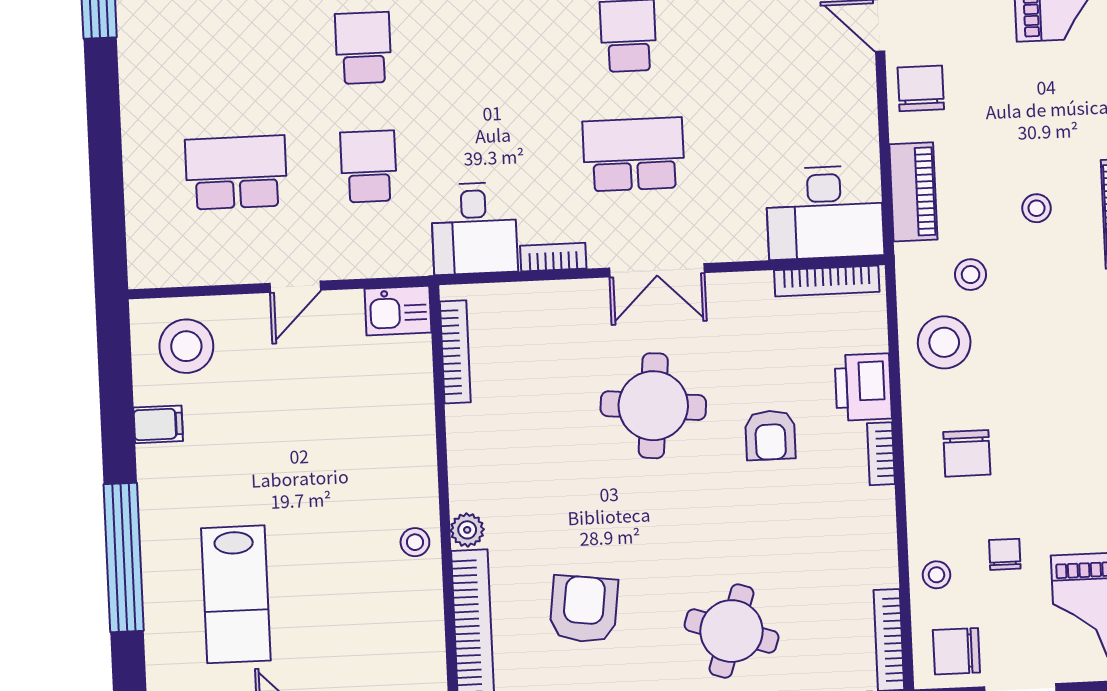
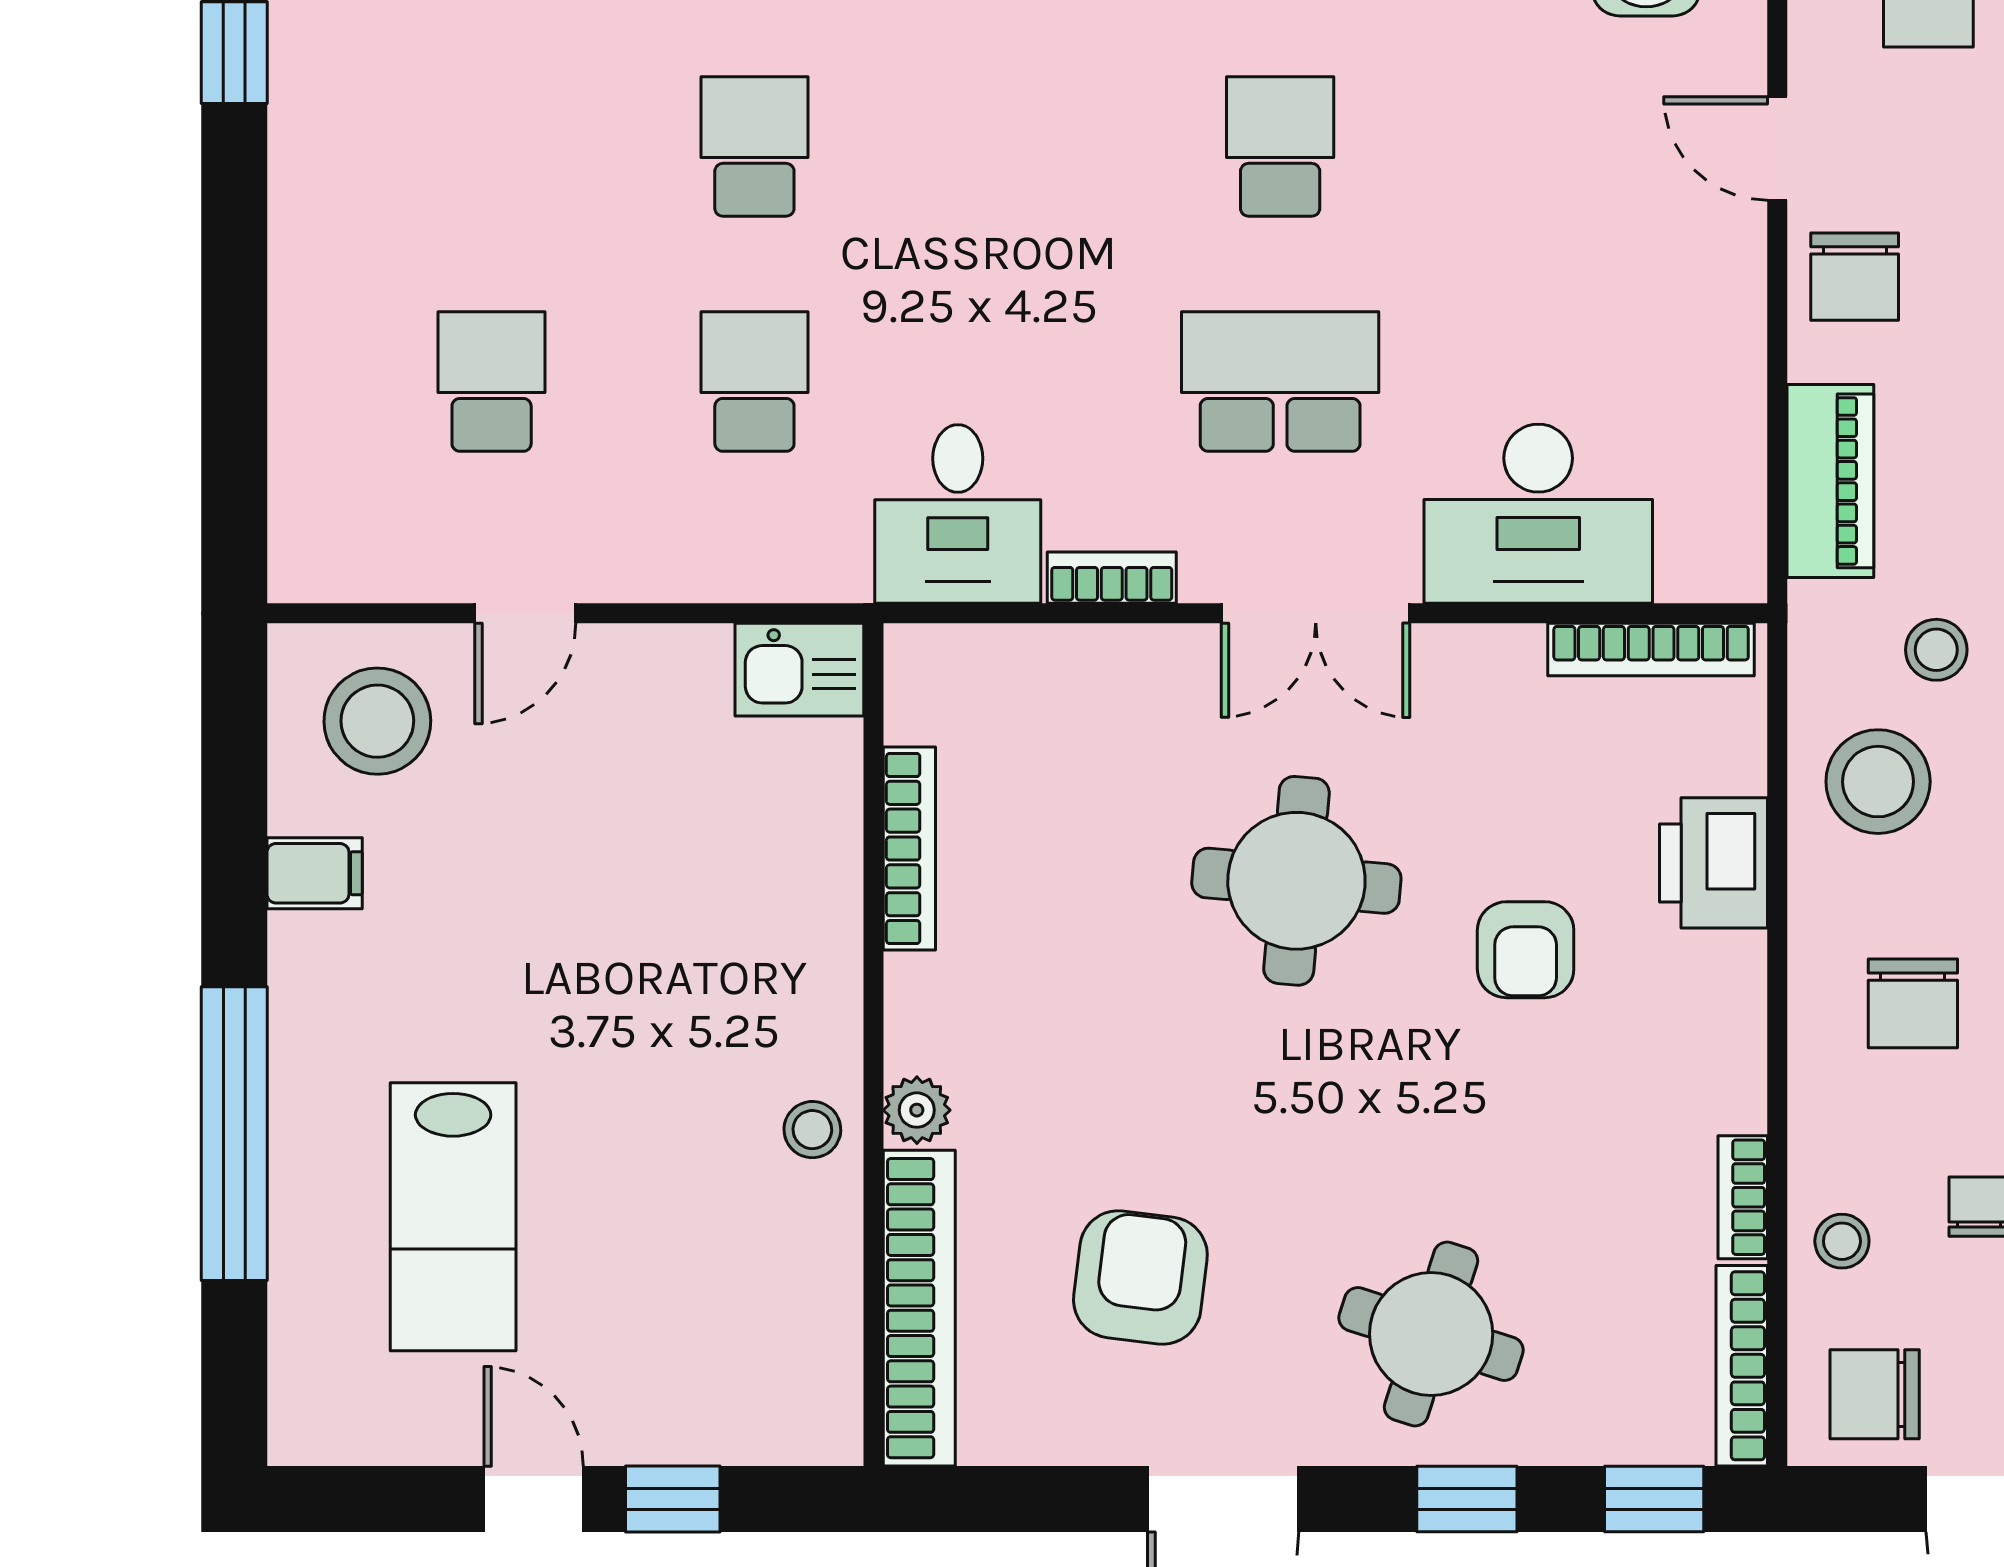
chair: (921, 88) -> (1855, 277), turned 180
school desk: (236, 172) -> (492, 382), width x0.54
desk: (825, 212) -> (1538, 514), moved
door: (295, 287) -> (525, 613), moved
bookcase: (455, 352) -> (909, 849), moved
bookcase: (881, 454) -> (1743, 1197), moved

